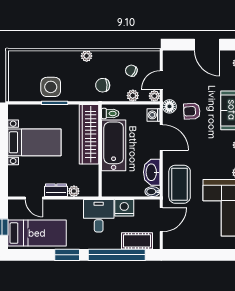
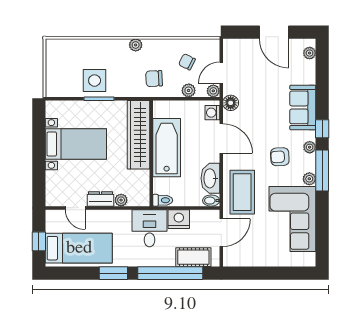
armchair: (192, 111) -> (280, 157), moved
toilet: (110, 113) -> (163, 200), moved

